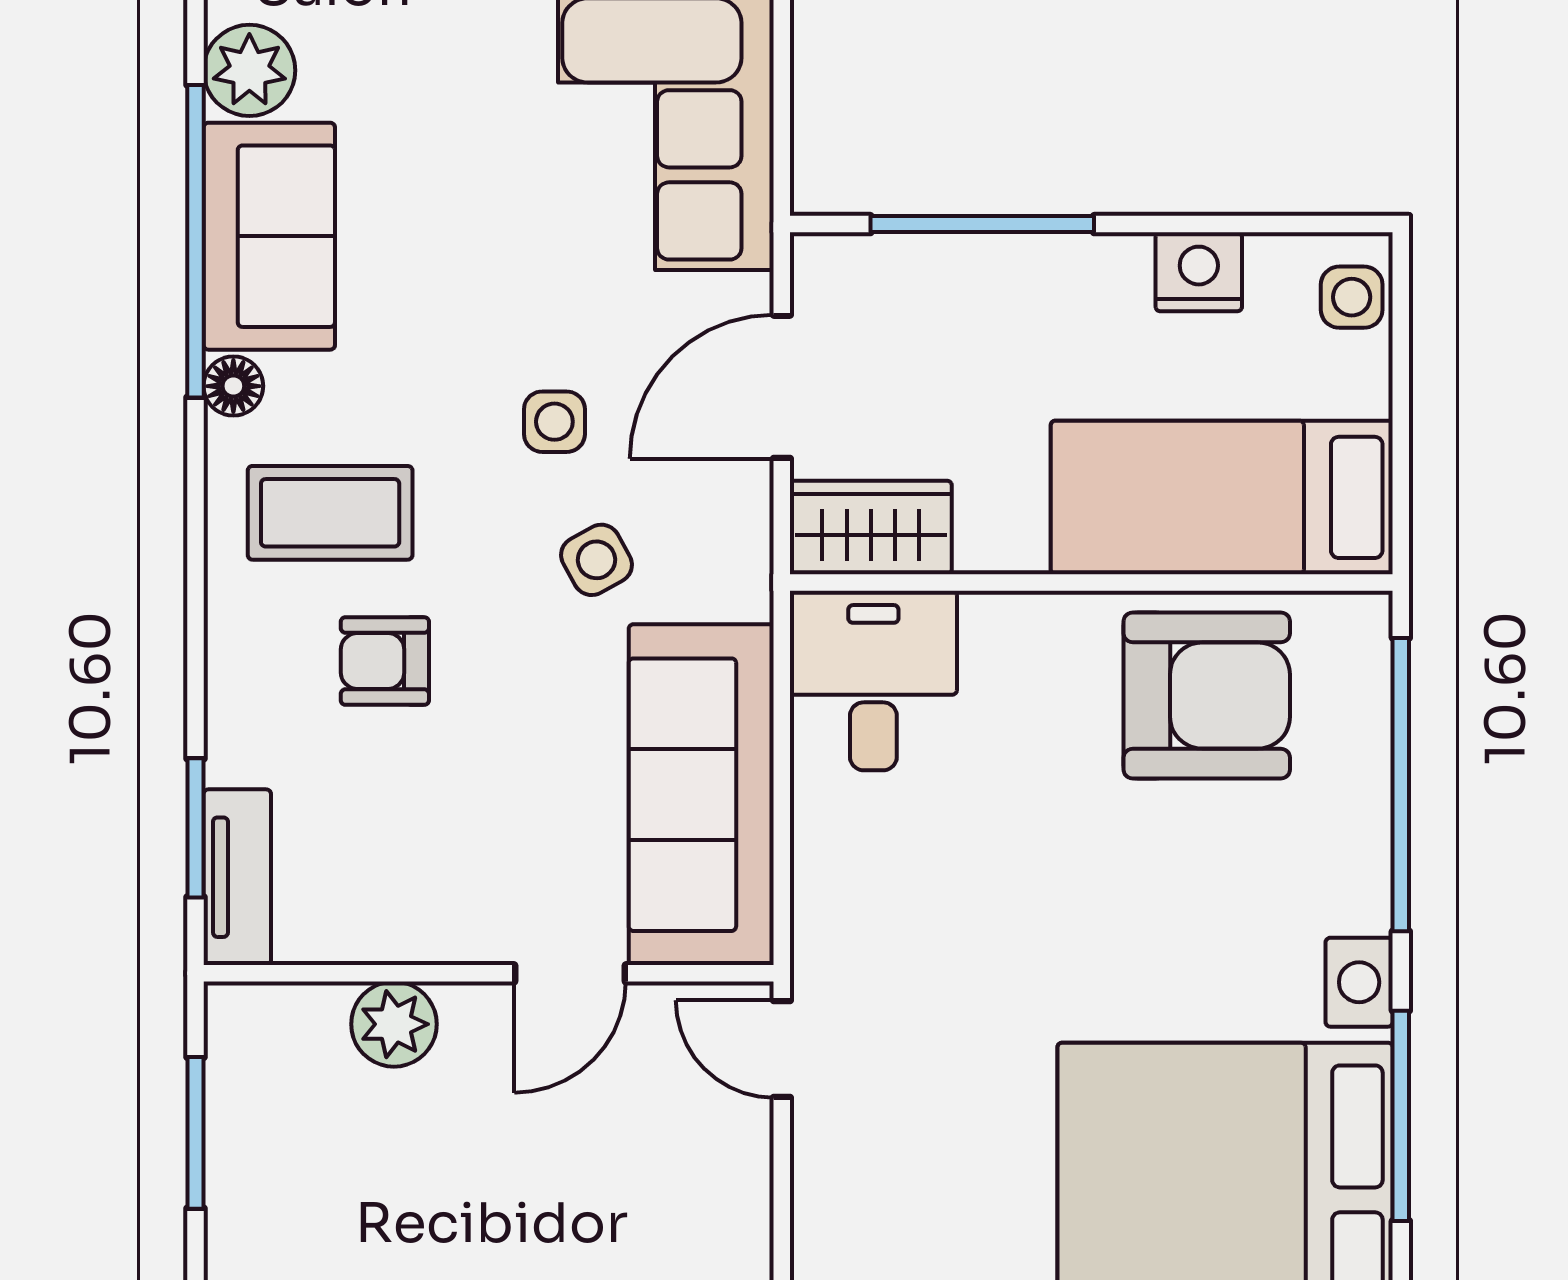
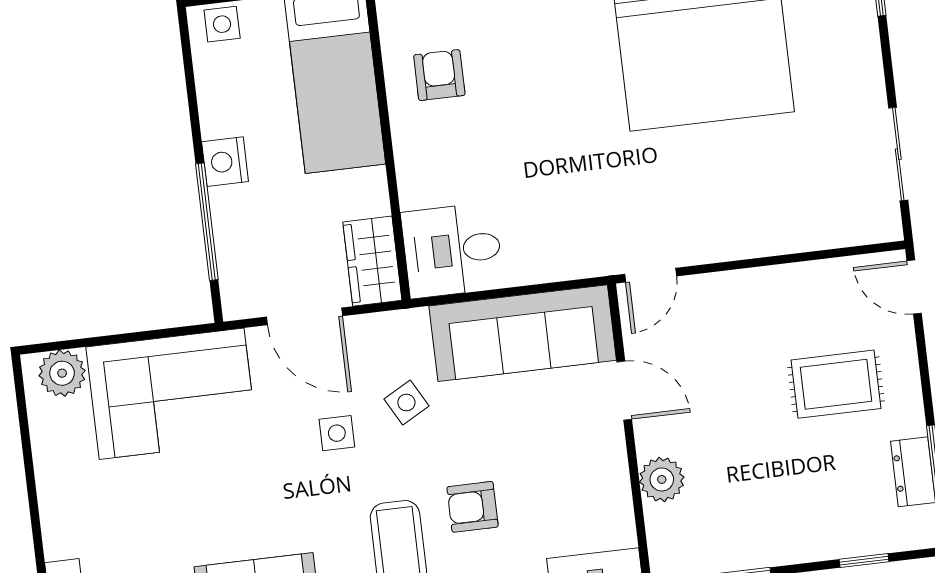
nightstand: (1199, 272) -> (225, 162), moved
armchair: (385, 661) -> (473, 507), turned 90
armchair: (1207, 696) -> (439, 75), width x0.53, depth x0.53

